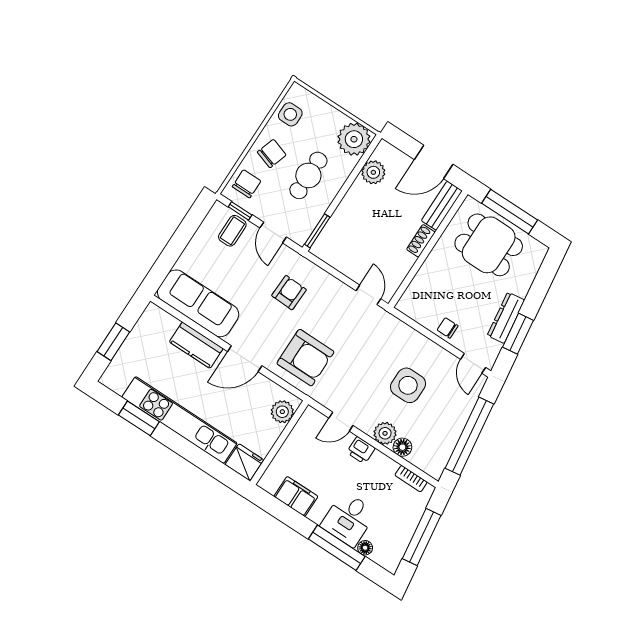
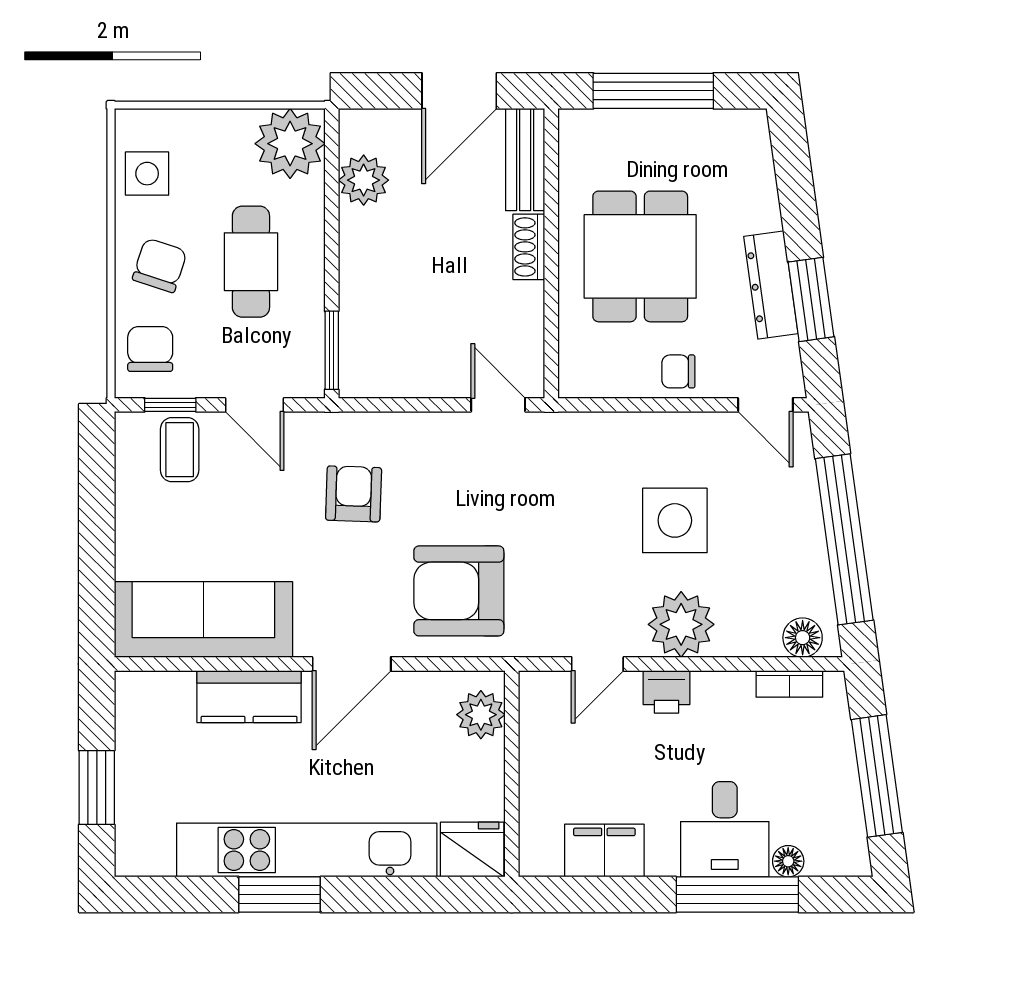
dining table: (489, 245) -> (640, 256), moved, turned 90
armchair: (305, 358) -> (459, 591), turned 180
window: (139, 418) -> (280, 894), moved
plant: (385, 433) -> (681, 624), width x1.36, depth x1.36
floor lamp: (402, 447) -> (803, 638), moved

